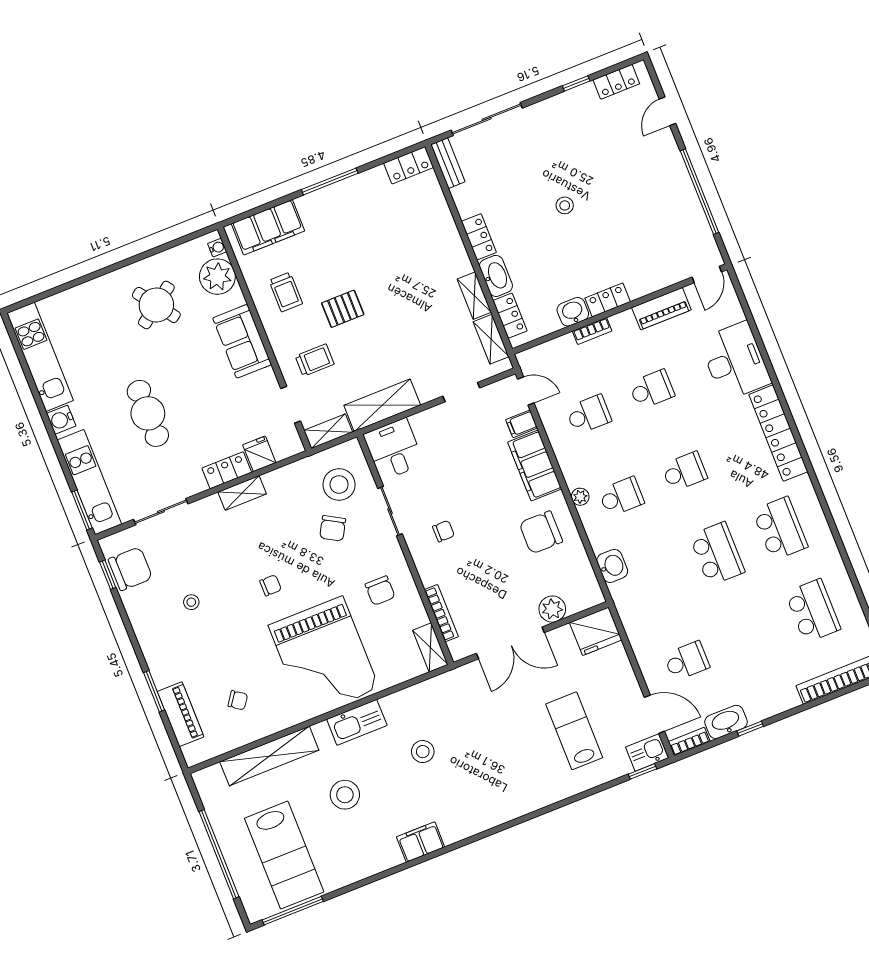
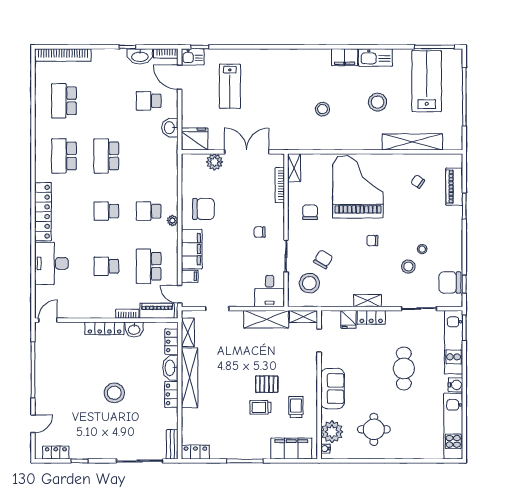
stool: (565, 205) -> (114, 393), width x1.89, depth x1.89
shelving: (474, 296) -> (190, 378), width x2.20, depth x1.33
locker: (608, 300) -> (104, 328), width x1.53
round table: (156, 305) -> (374, 429), turned 36
piano: (661, 309) -> (157, 311), moved
trolley: (315, 360) -> (260, 407), moved
school desk: (589, 415) -> (149, 266), width x1.85
washbasin: (612, 566) -> (170, 128), moved
stool: (201, 568) -> (408, 267), added
kitchen sink: (357, 722) -> (375, 58), moved, turned 180

